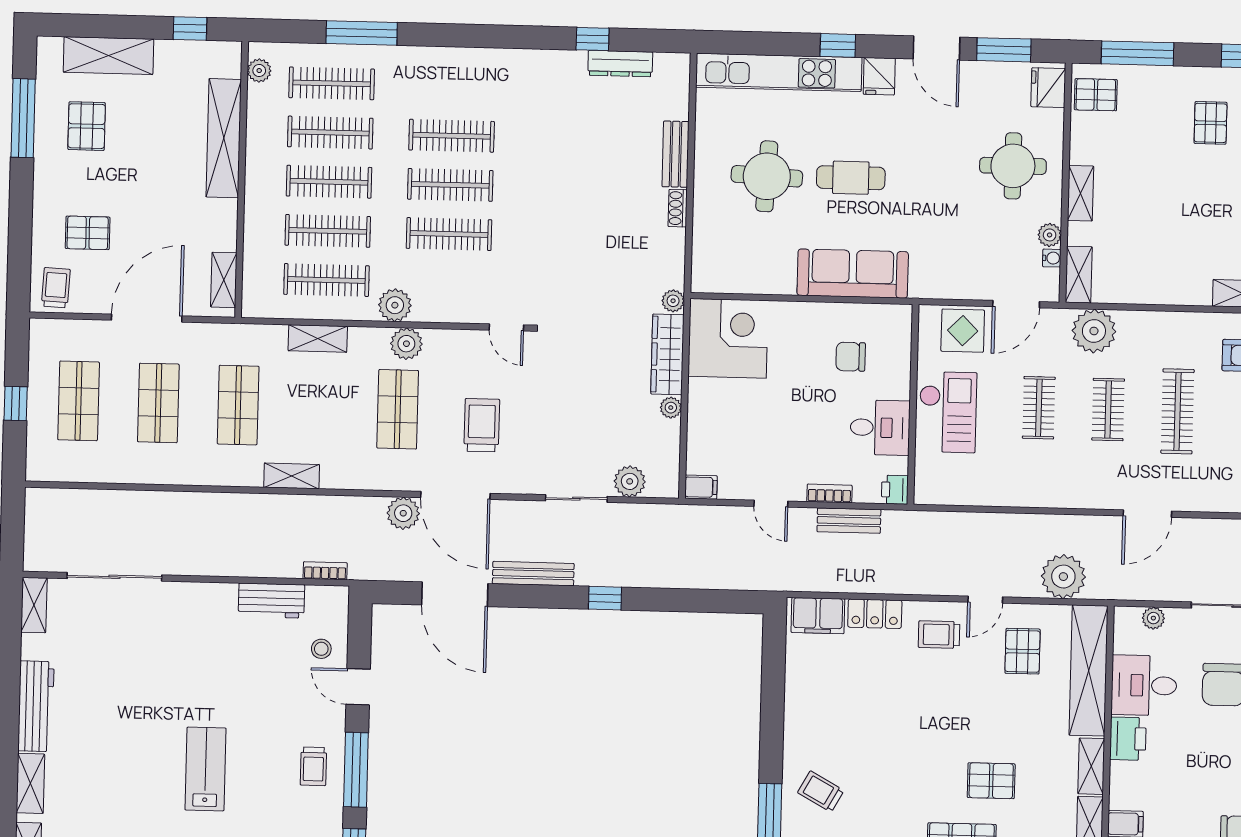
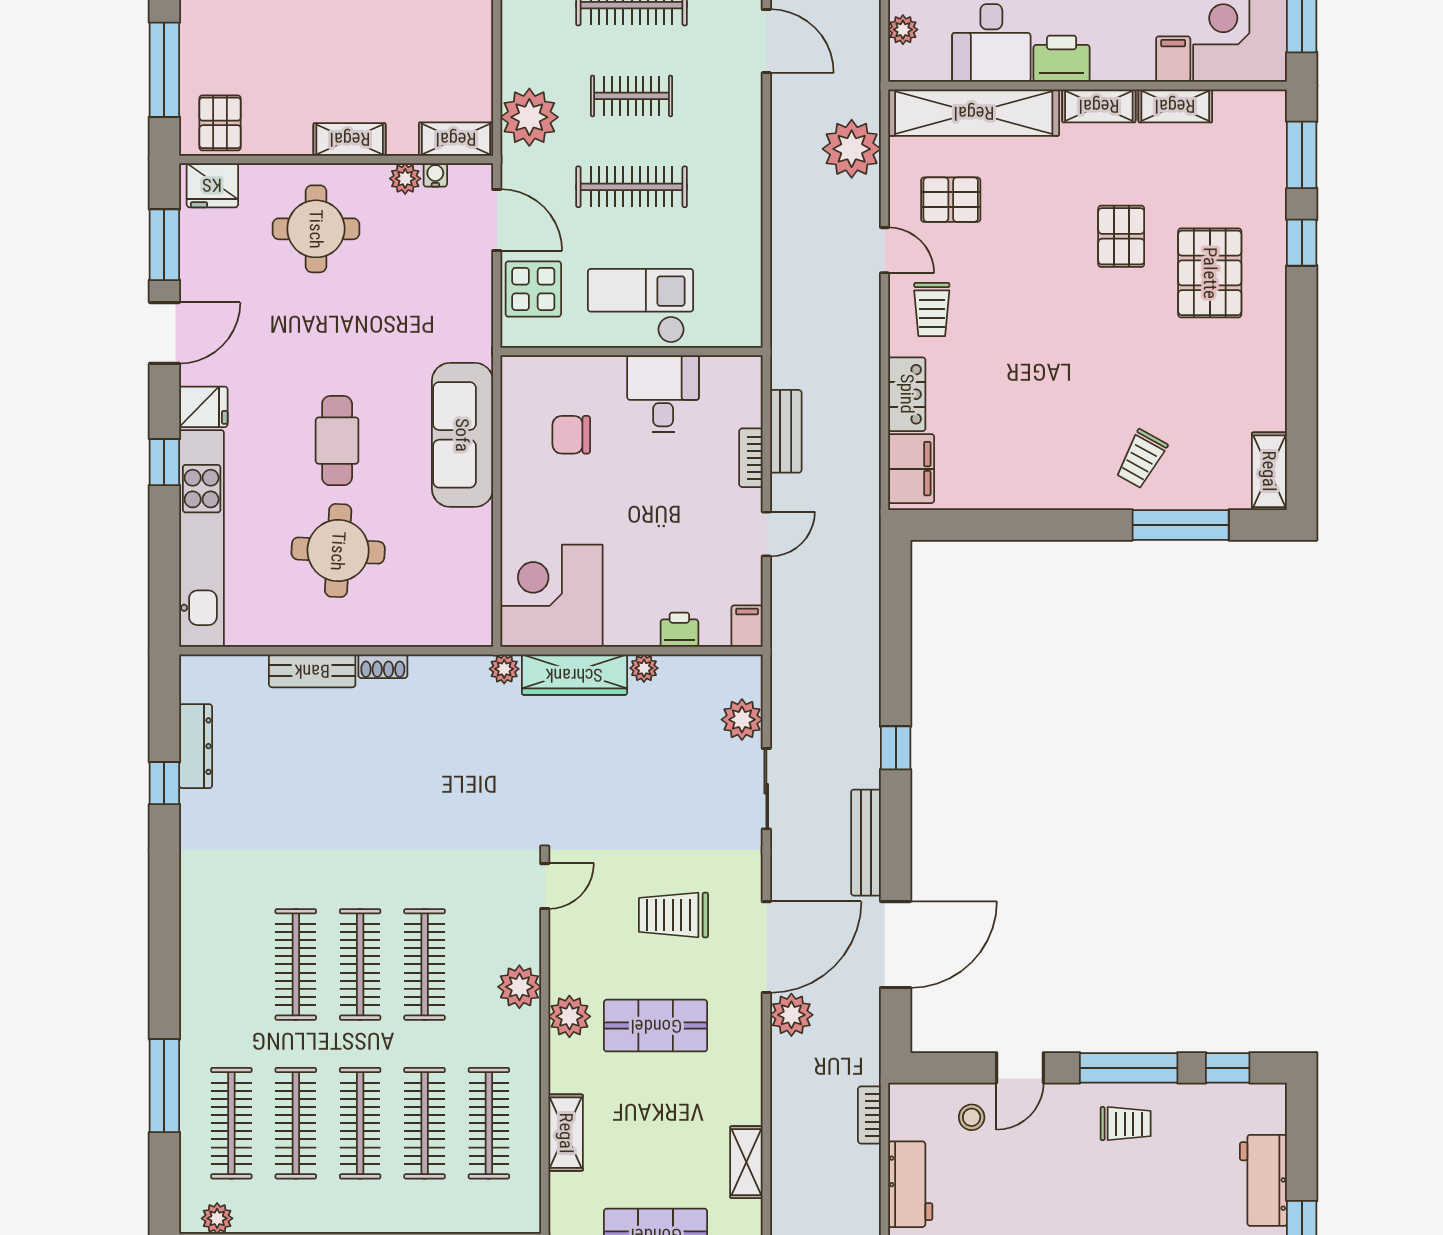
plant: (395, 305) -> (519, 987), moved
chair: (851, 357) -> (571, 435), turned 90
clothes rail: (1039, 408) -> (632, 187), width x1.36
printer: (895, 490) -> (679, 630), moved, turned 180

